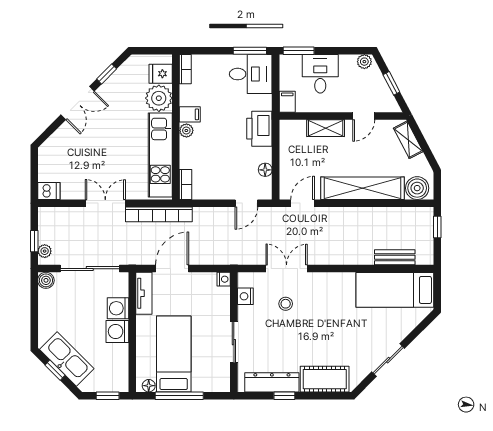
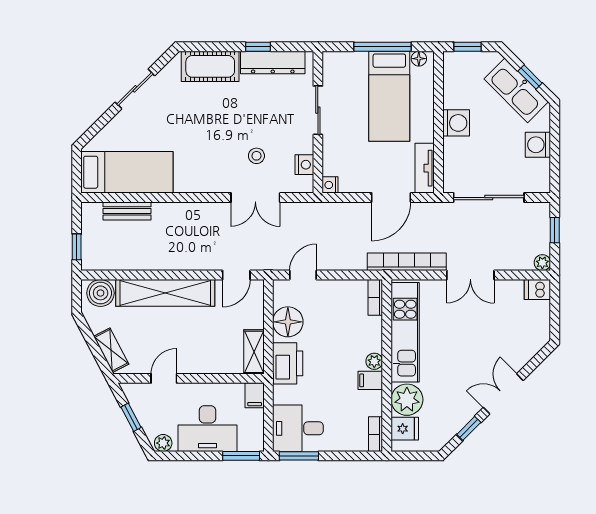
desk: (320, 74) -> (207, 429), width x1.37
shelving: (326, 128) -> (254, 352), moved, turned 90
floor lamp: (265, 170) -> (288, 322), width x1.89, depth x1.89
plant: (45, 251) -> (542, 263), moved
boiler: (46, 280) -> (541, 184), removed
washing machine: (118, 308) -> (538, 145), moved, turned 180

